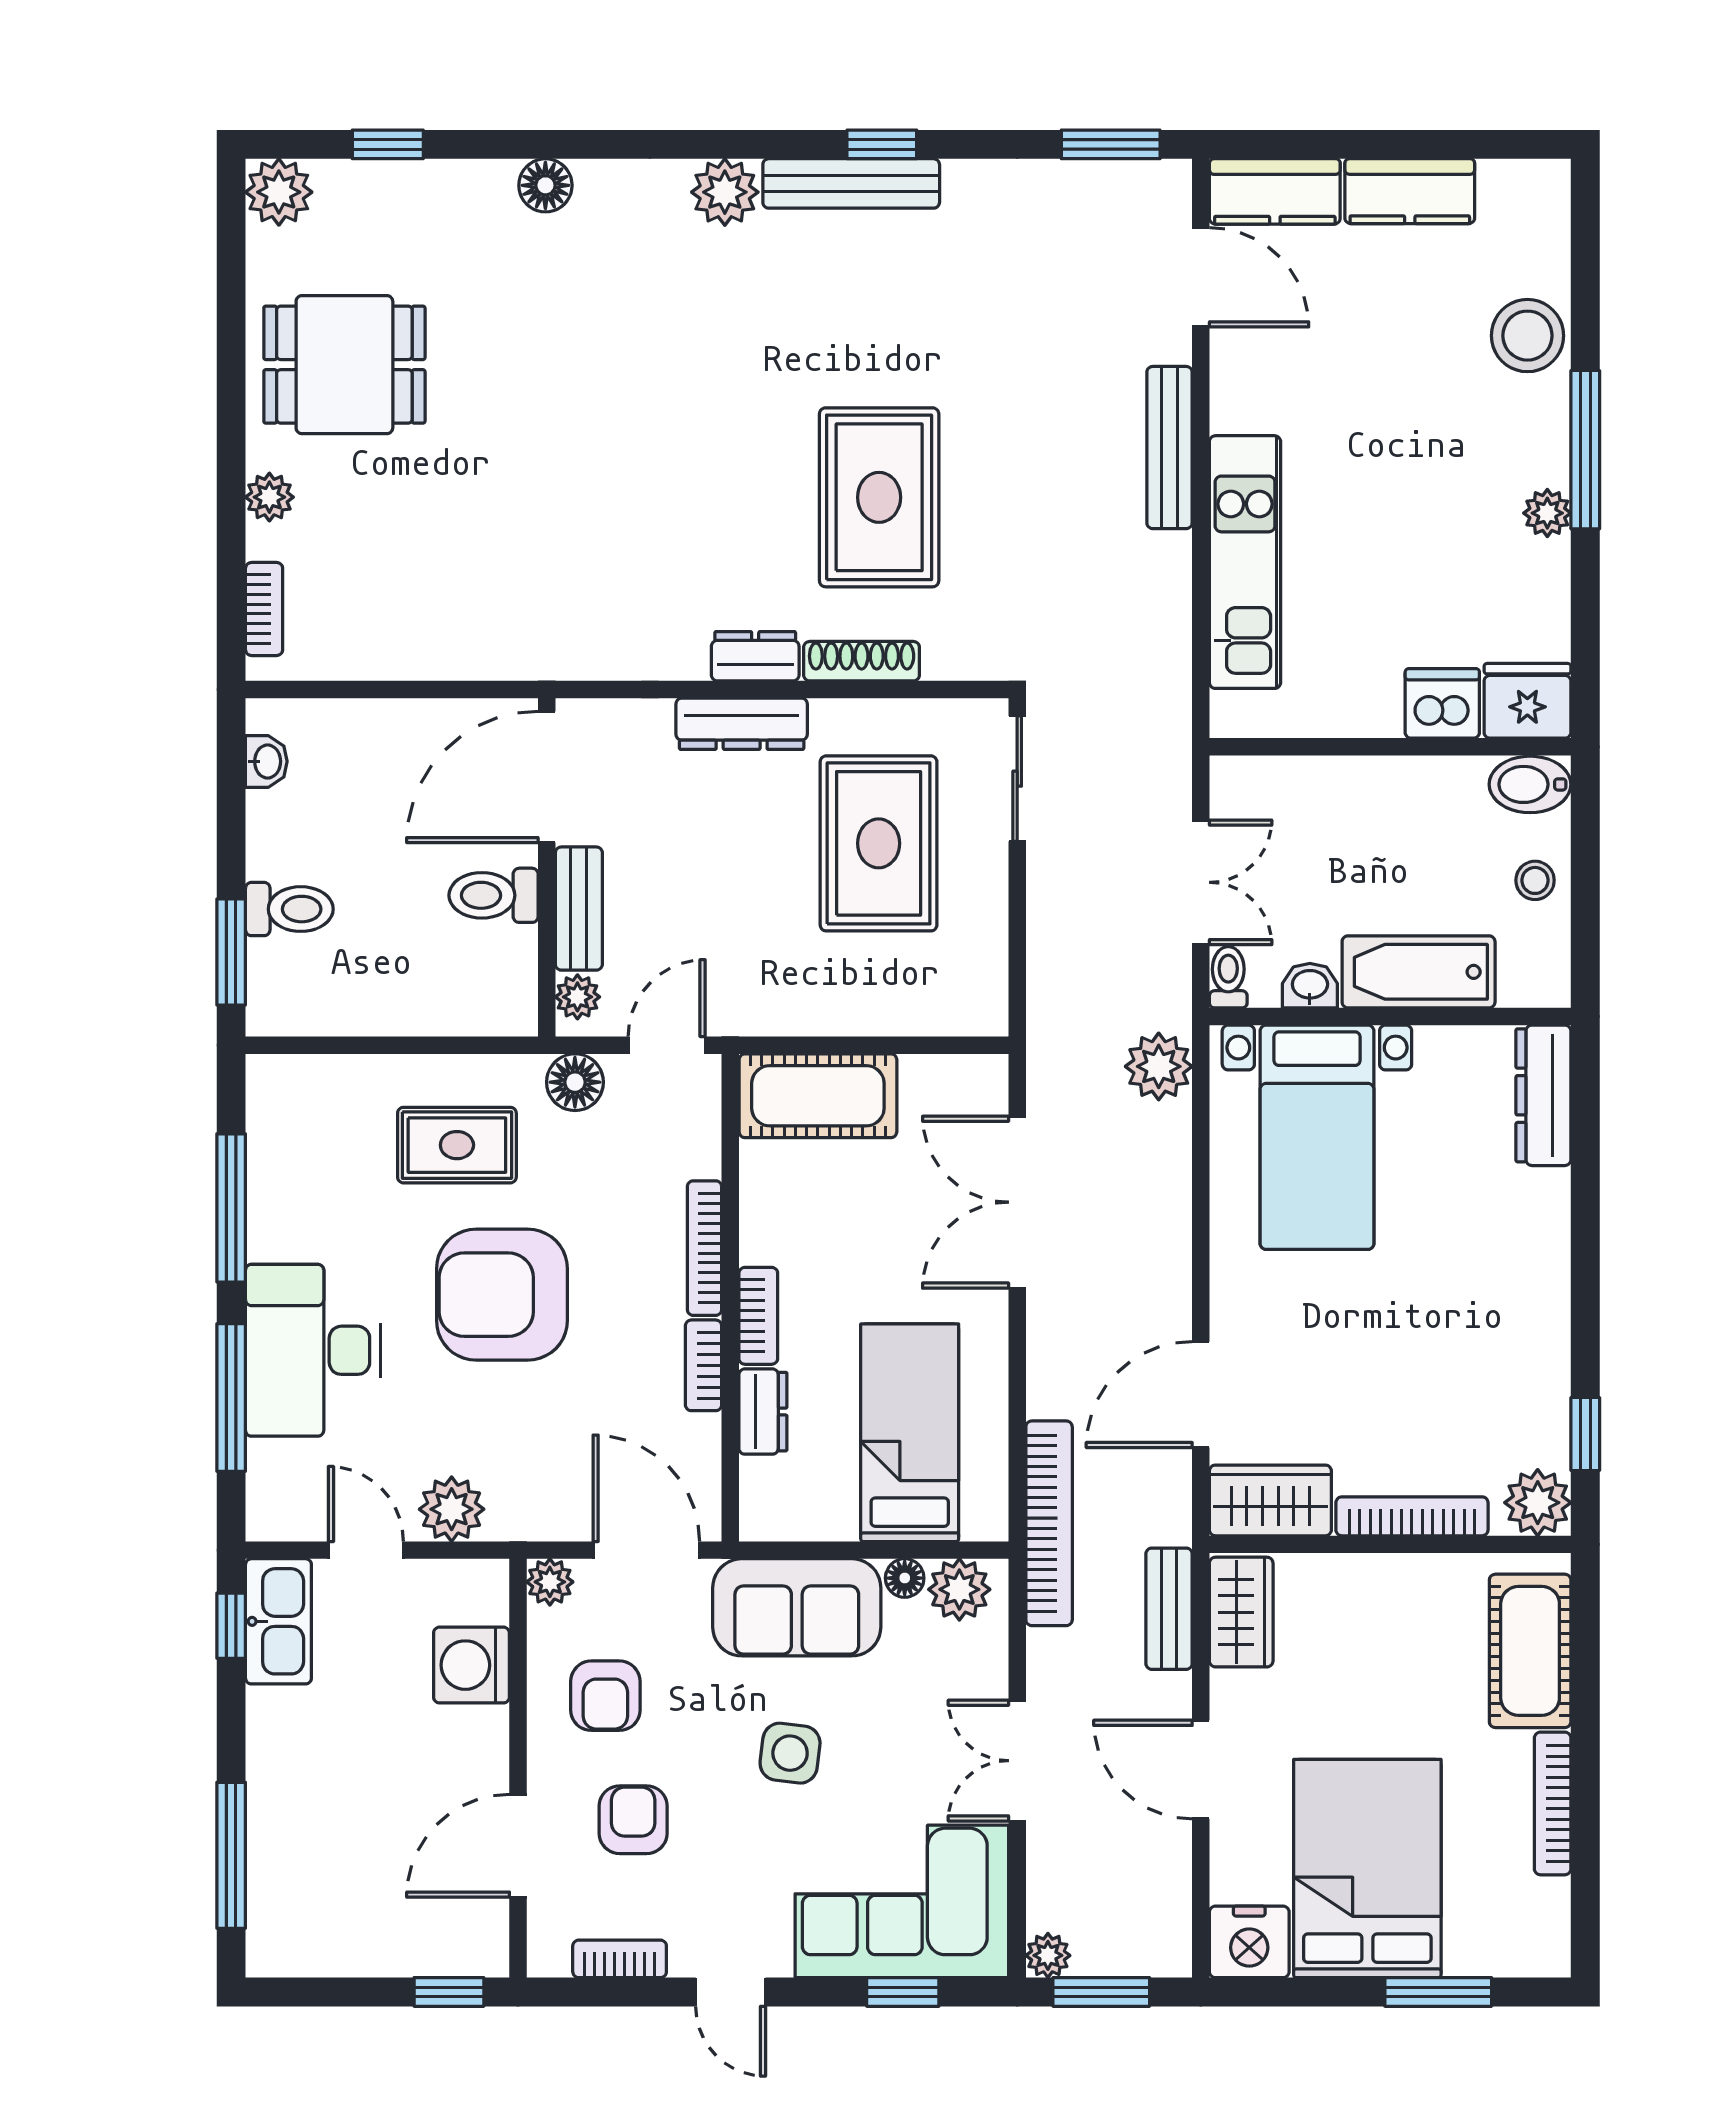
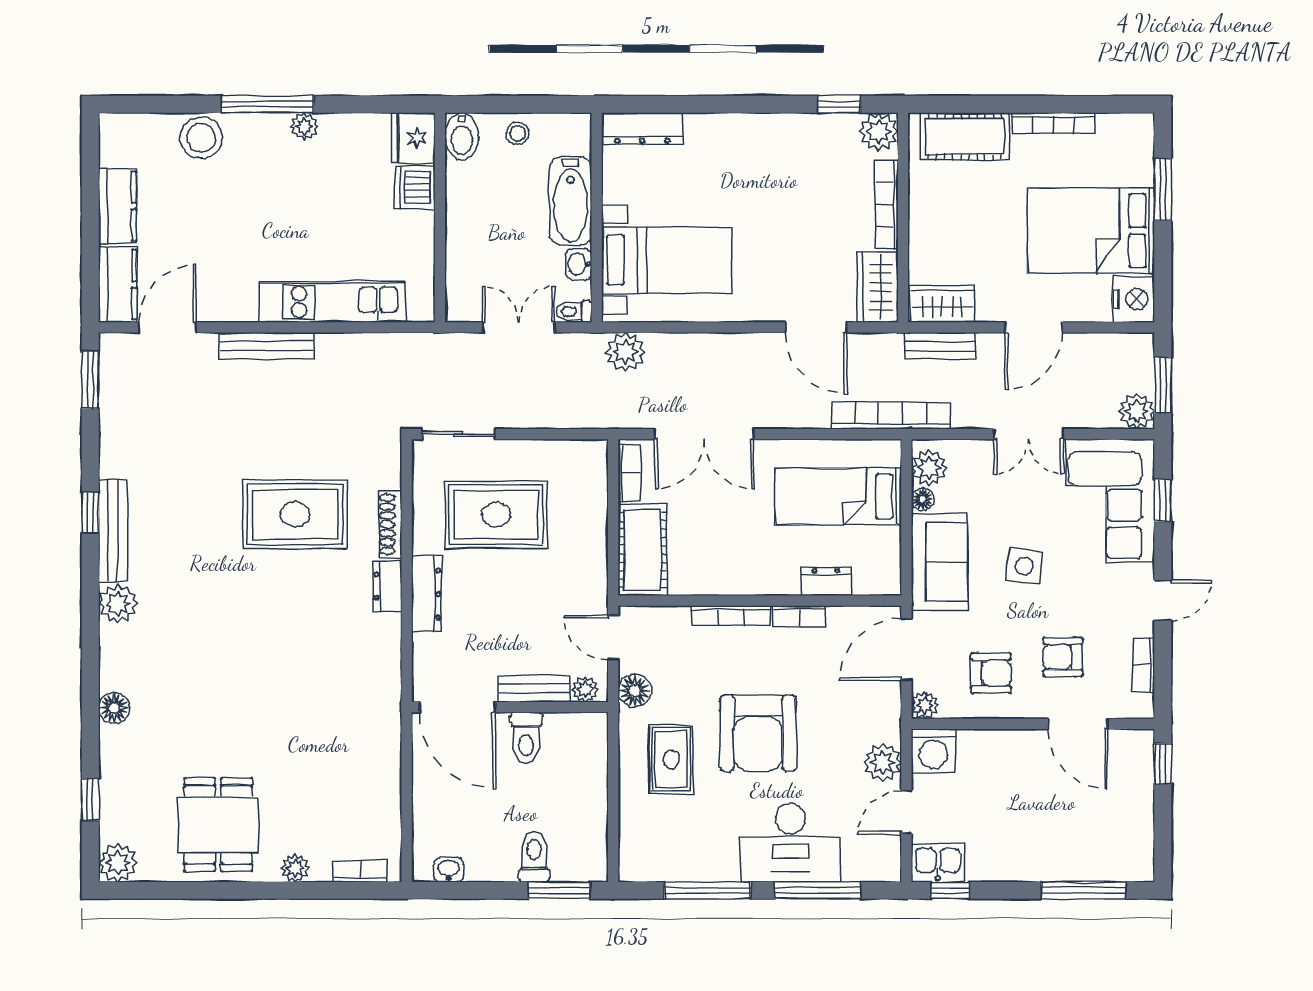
bookcase: (758, 1316) -> (629, 473), moved, turned 90
kitchen sink: (278, 1621) -> (938, 863), width x0.73
washing machine: (471, 1665) -> (933, 751), moved
plant: (1048, 1955) -> (1137, 411), width x1.38, depth x1.38

